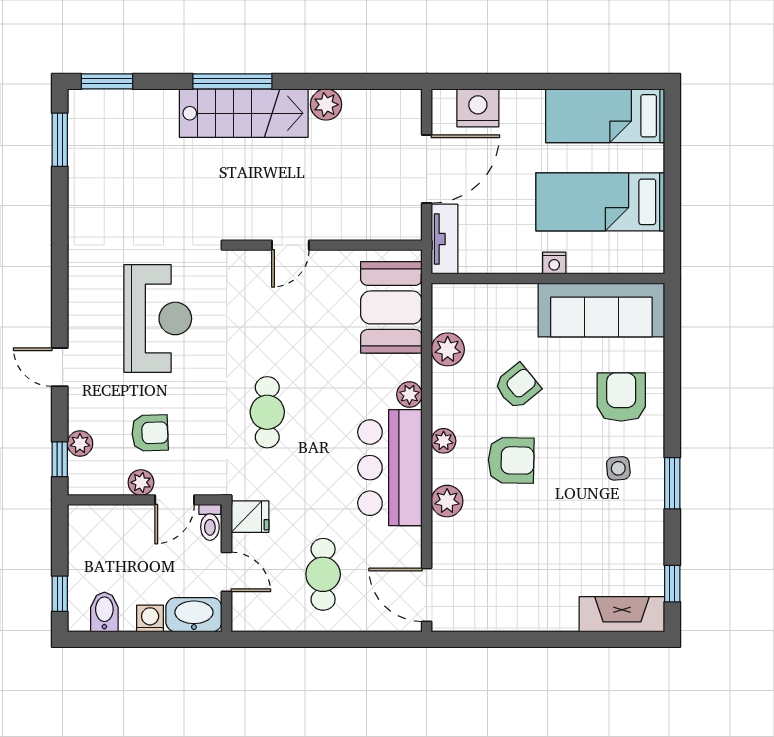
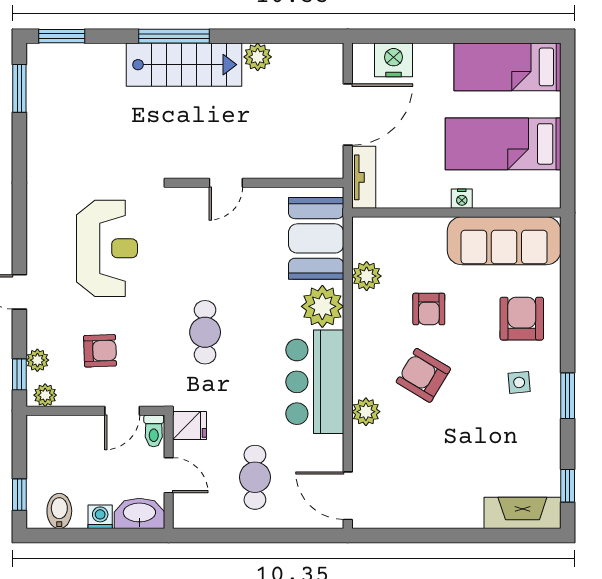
armchair: (517, 386) -> (429, 309), turned 129
plant: (409, 395) -> (322, 306), width x1.87, depth x1.87
plant: (444, 441) -> (363, 358), removed
armchair: (511, 460) -> (423, 375), turned -150
plant: (141, 482) -> (45, 395), moved

